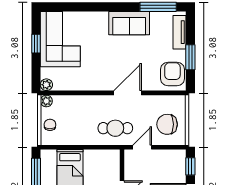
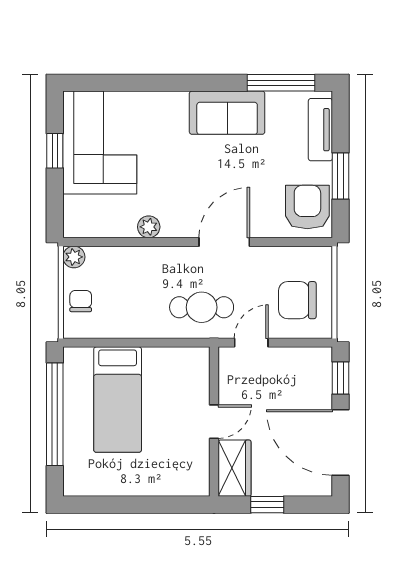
plant: (46, 85) -> (149, 227), moved

